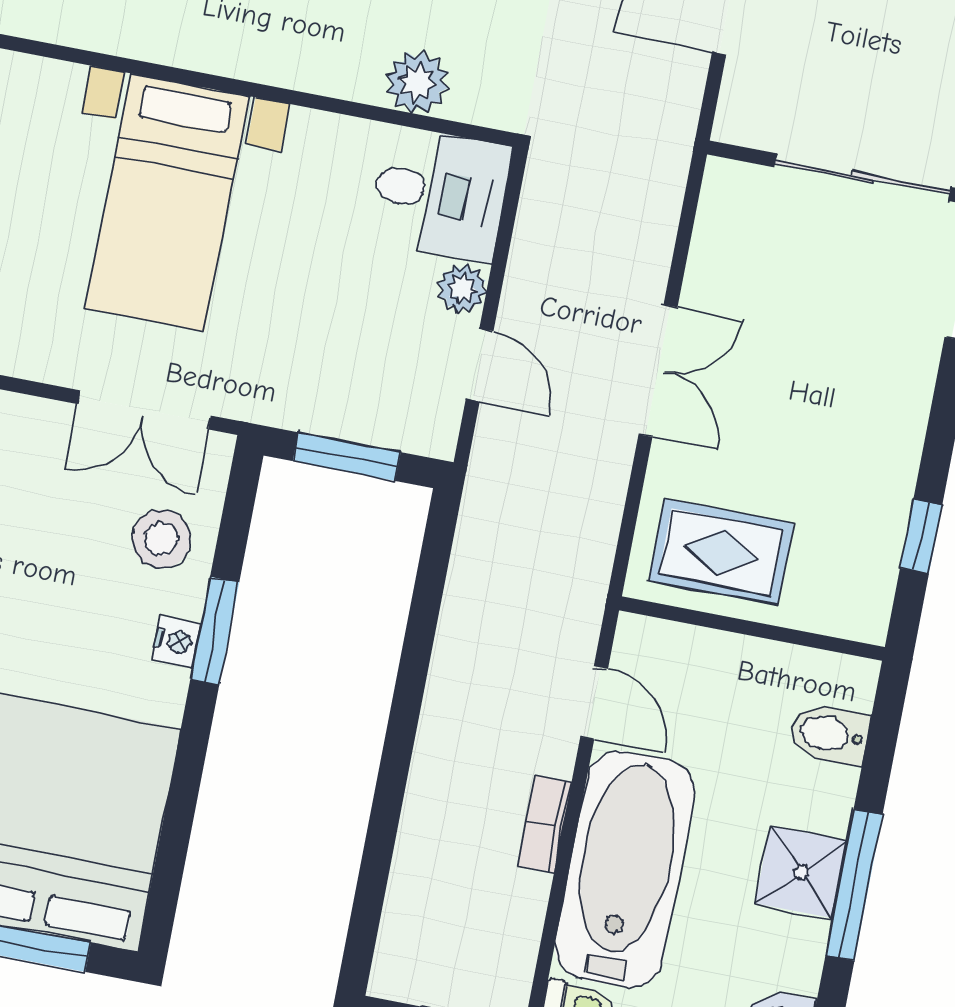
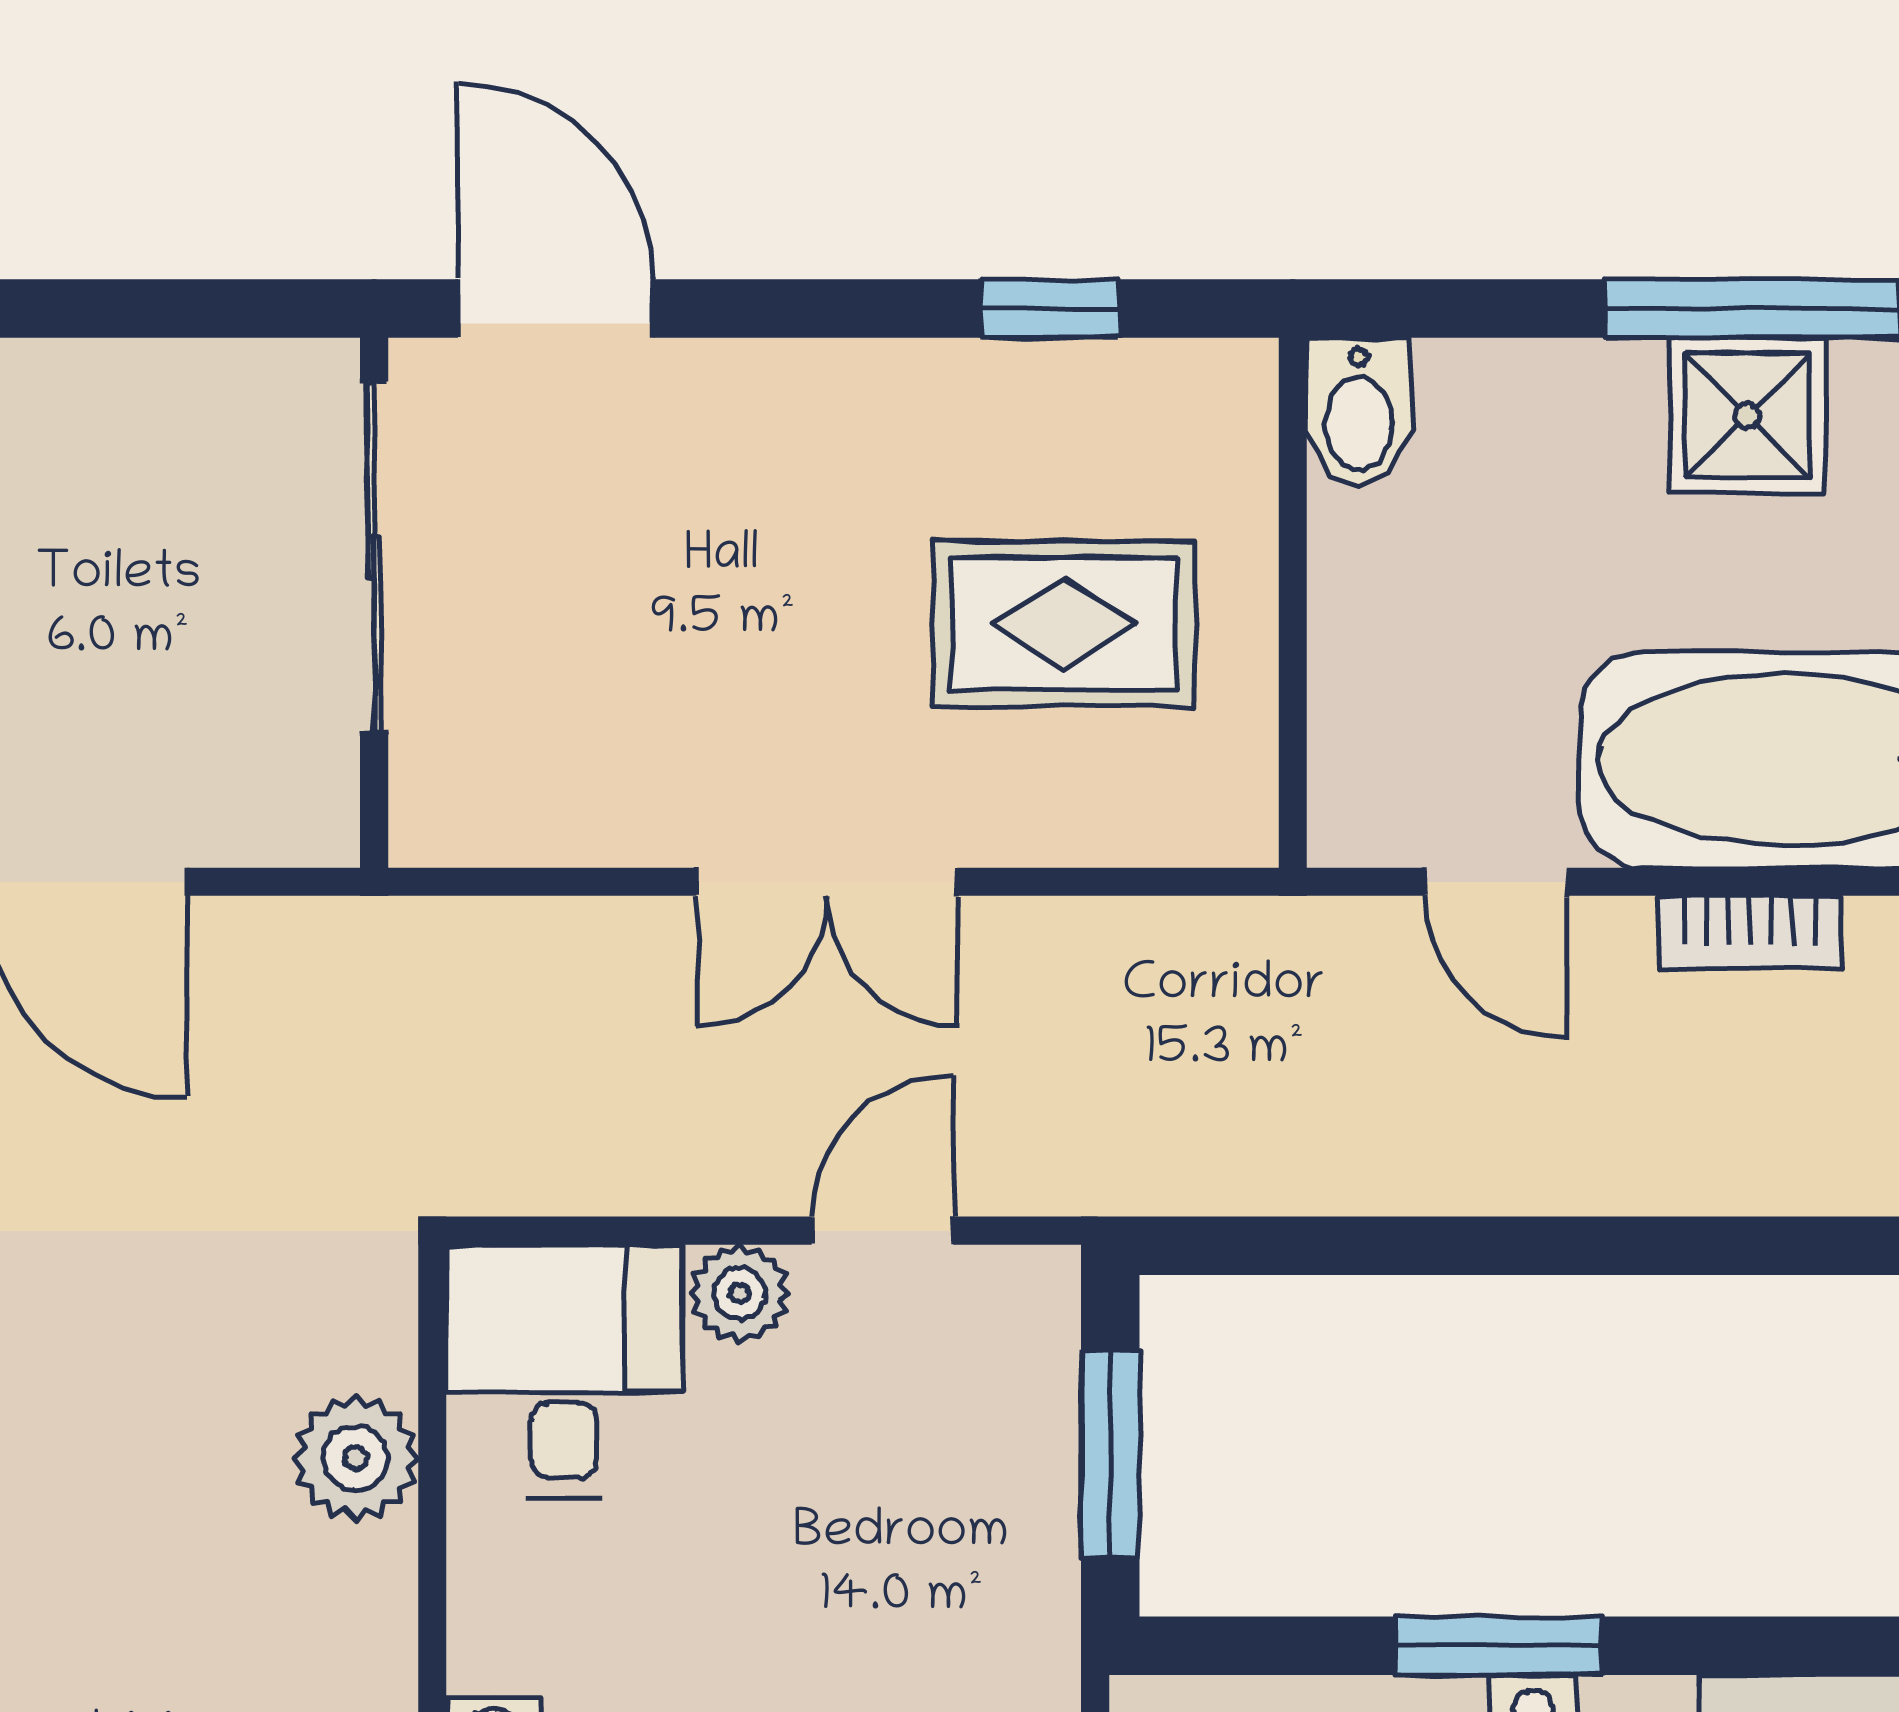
double door: (658, 371) -> (827, 882), swing flipped
rug: (721, 552) -> (1064, 624), moved, turned 90
door: (594, 703) -> (1496, 882), swing flipped
bidet: (829, 734) -> (1359, 413), moved

